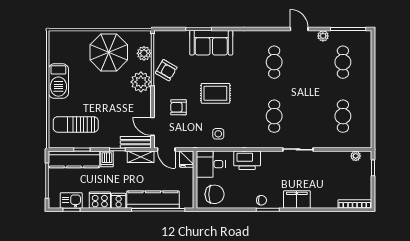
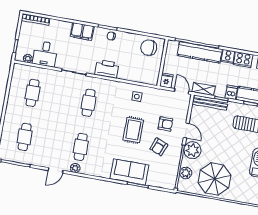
door: (299, 29) -> (56, 170), hinge flipped
plant: (323, 36) -> (75, 168), moved
armchair: (166, 70) -> (159, 147), moved, turned -98
rug: (215, 93) -> (133, 130), turned 90
door: (152, 126) -> (186, 130), moved
bench: (136, 142) -> (210, 103), width x1.36
printer: (247, 160) -> (107, 69), moved
desk: (211, 164) -> (45, 54), moved, turned 90

